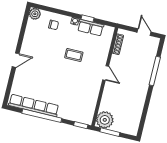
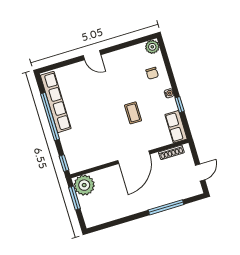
row of seats: (91, 28) -> (176, 127), moved
door: (106, 73) -> (134, 157), width x1.88

